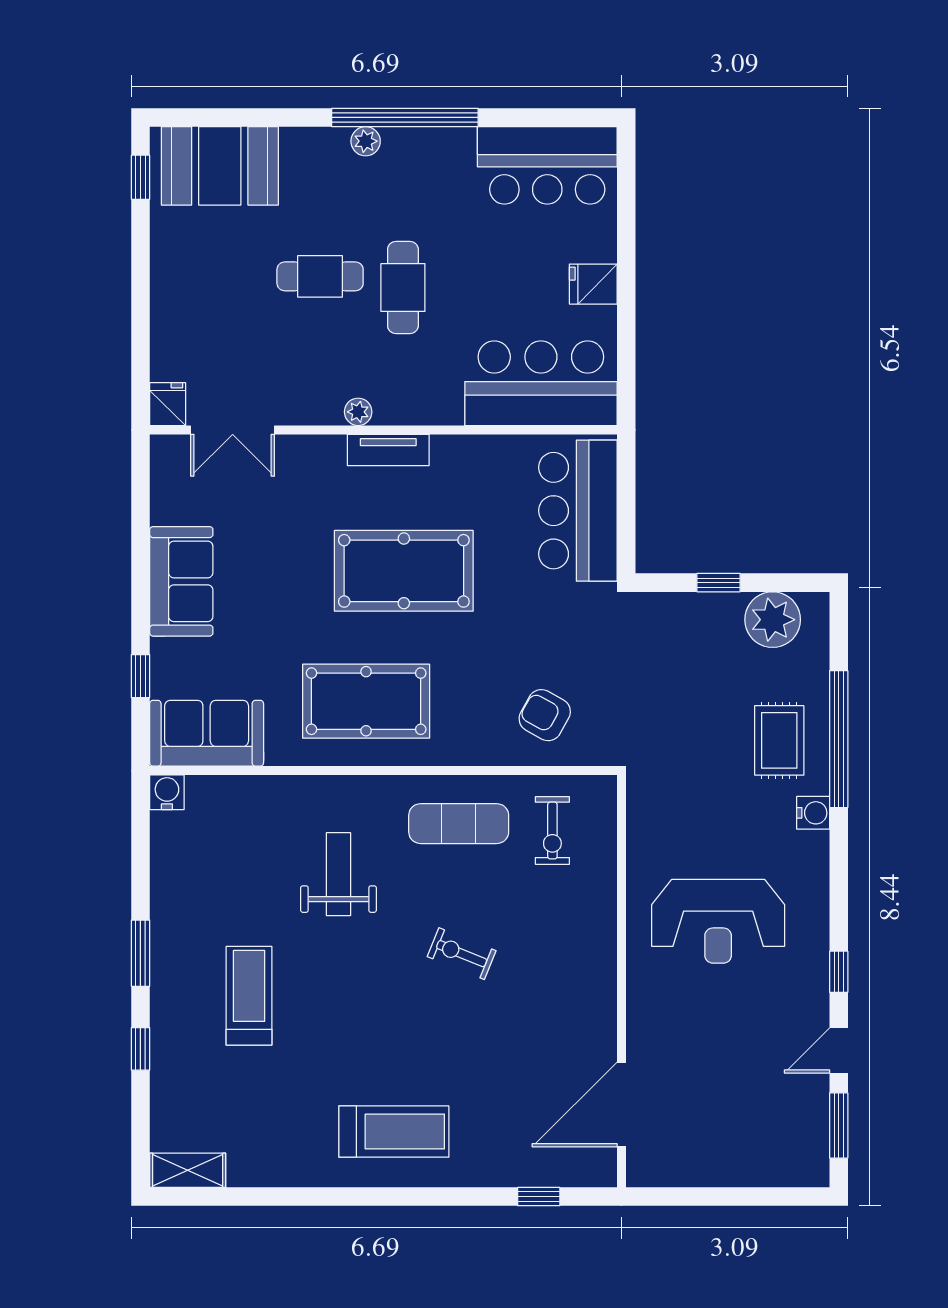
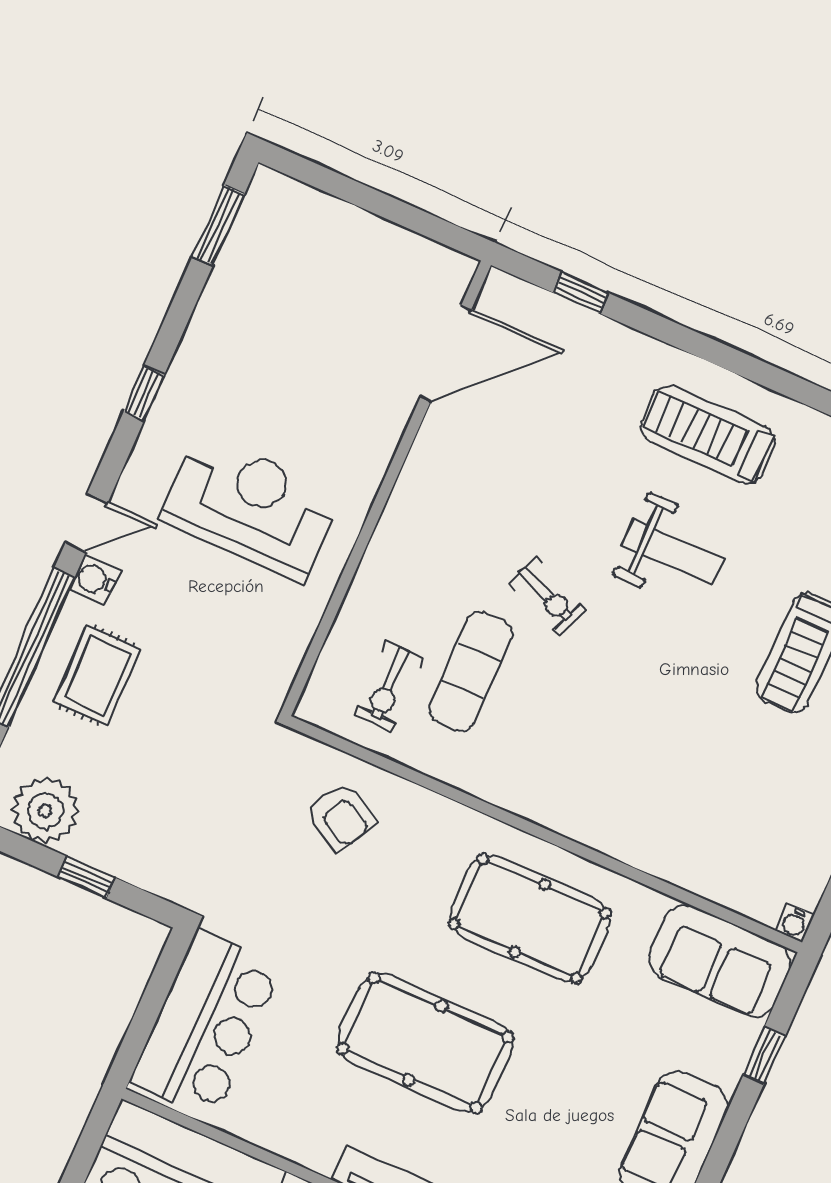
water cooler: (167, 792) -> (795, 923), width x0.72, depth x0.72
exercise mat: (459, 824) -> (471, 671), moved, turned 90
exercise bike: (552, 831) -> (389, 687), turned 180
weight bench: (338, 874) -> (673, 552), moved, turned -90
door: (839, 1051) -> (87, 523), moved

